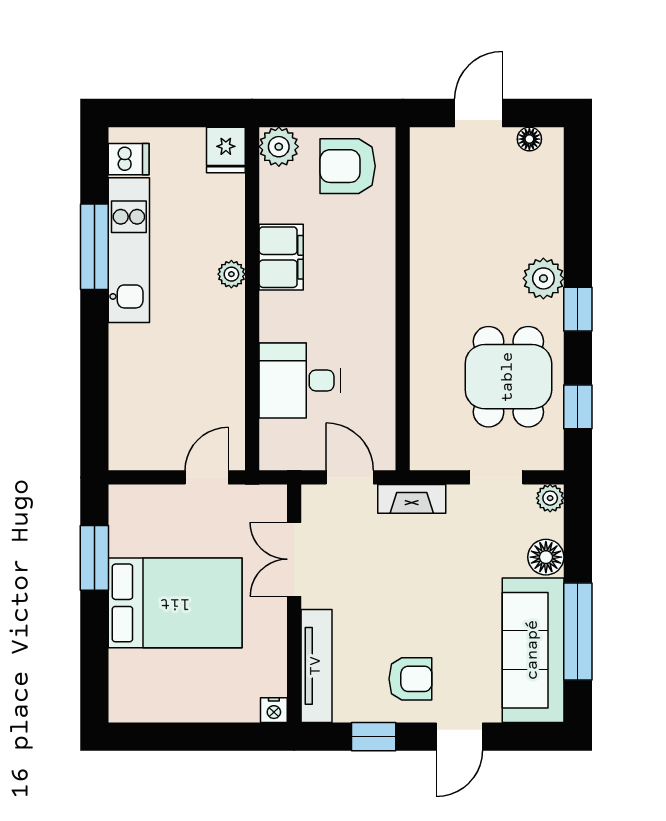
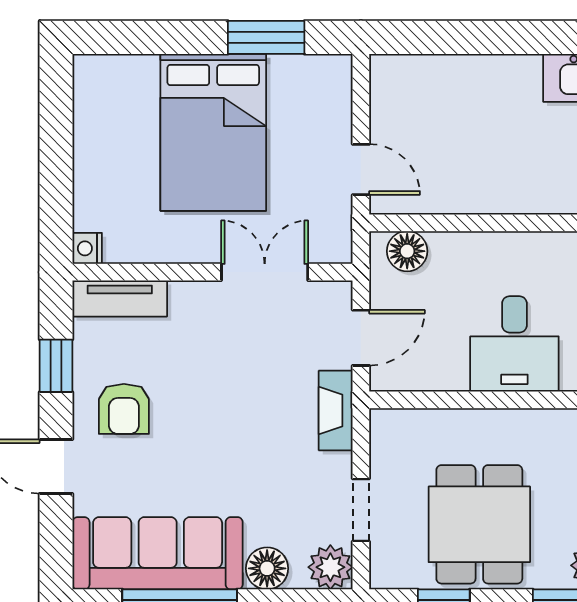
dining table: (508, 377) -> (479, 524), turned 90
desk: (300, 380) -> (514, 344), moved, turned 180
floor lamp: (276, 438) -> (407, 251), added
plant: (550, 498) -> (330, 567), width x1.38, depth x1.38
tv unit: (316, 666) -> (120, 299), width x0.71

